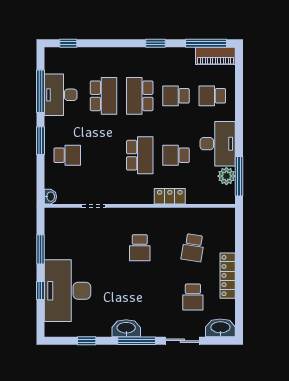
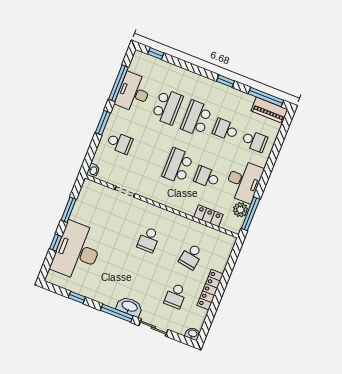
school desk: (212, 96) -> (254, 141), turned 180
school desk: (140, 155) -> (178, 166), turned 180
locker: (170, 196) -> (208, 216), moved
washbasin: (126, 328) -> (129, 307), moved
washbasin: (220, 328) -> (193, 334), width x0.52, depth x0.69

